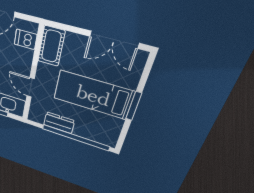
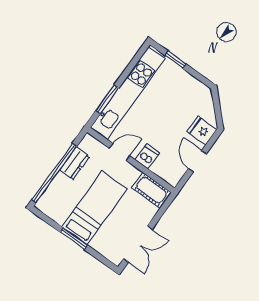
dishwasher: (26, 39) -> (147, 156), moved
double door: (114, 40) -> (138, 244), swing flipped

